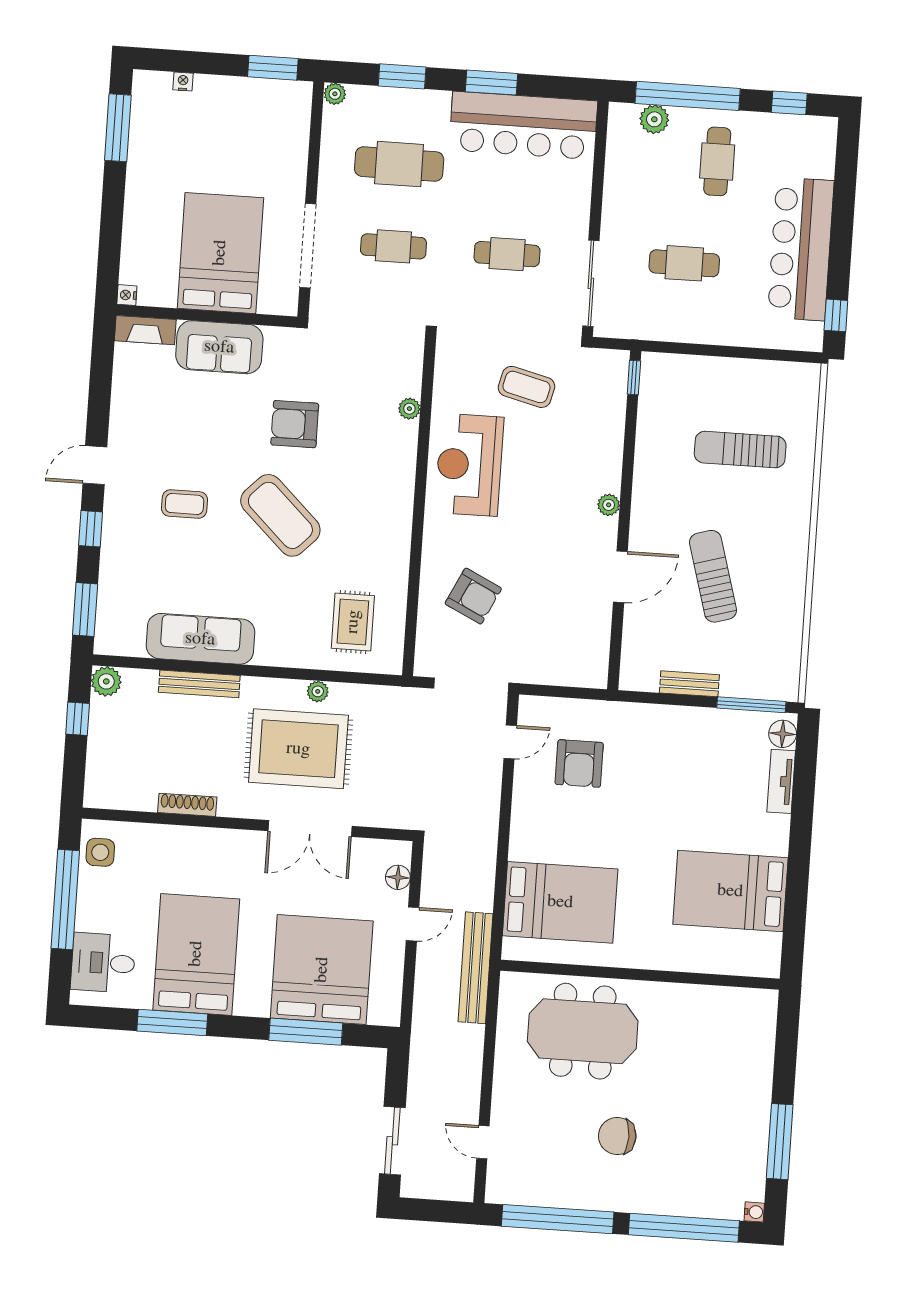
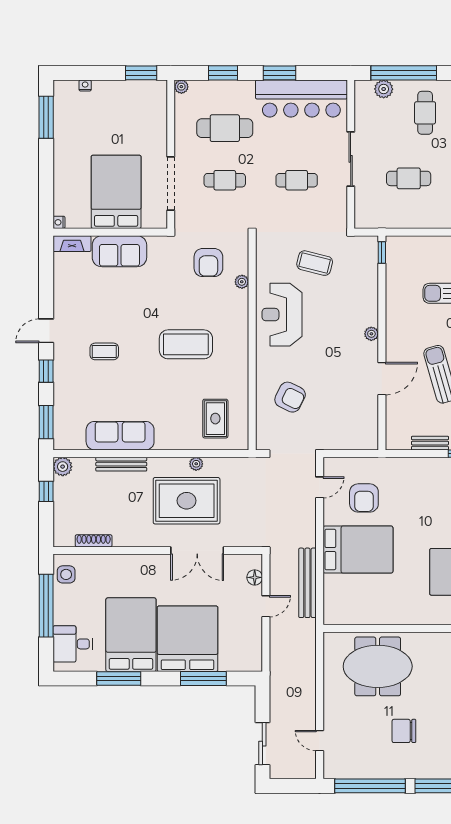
sliding door: (591, 283) -> (351, 159), moved
armchair: (295, 424) -> (208, 263), moved, turned -90
coffee table: (280, 515) -> (186, 344), moved, turned -44
shoe rack: (187, 805) -> (94, 541), moved
bed: (560, 902) -> (358, 550), moved
bench: (475, 968) -> (307, 583), moved
bed: (322, 970) -> (188, 639), moved

